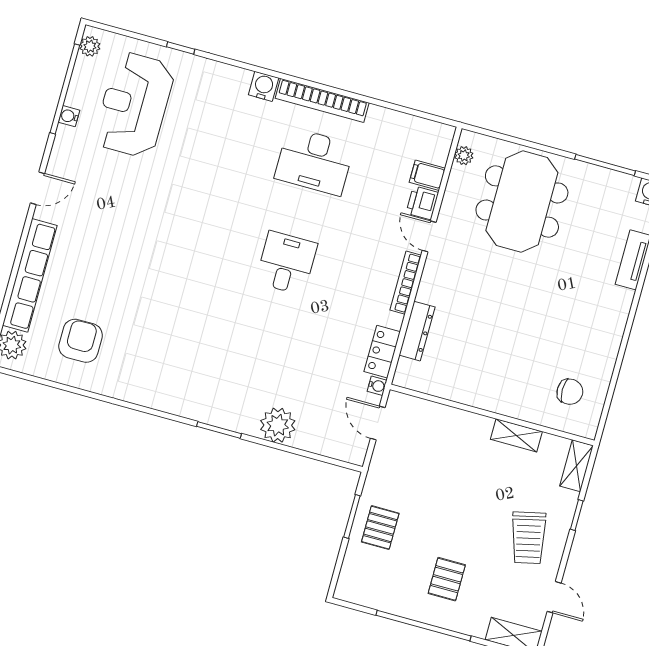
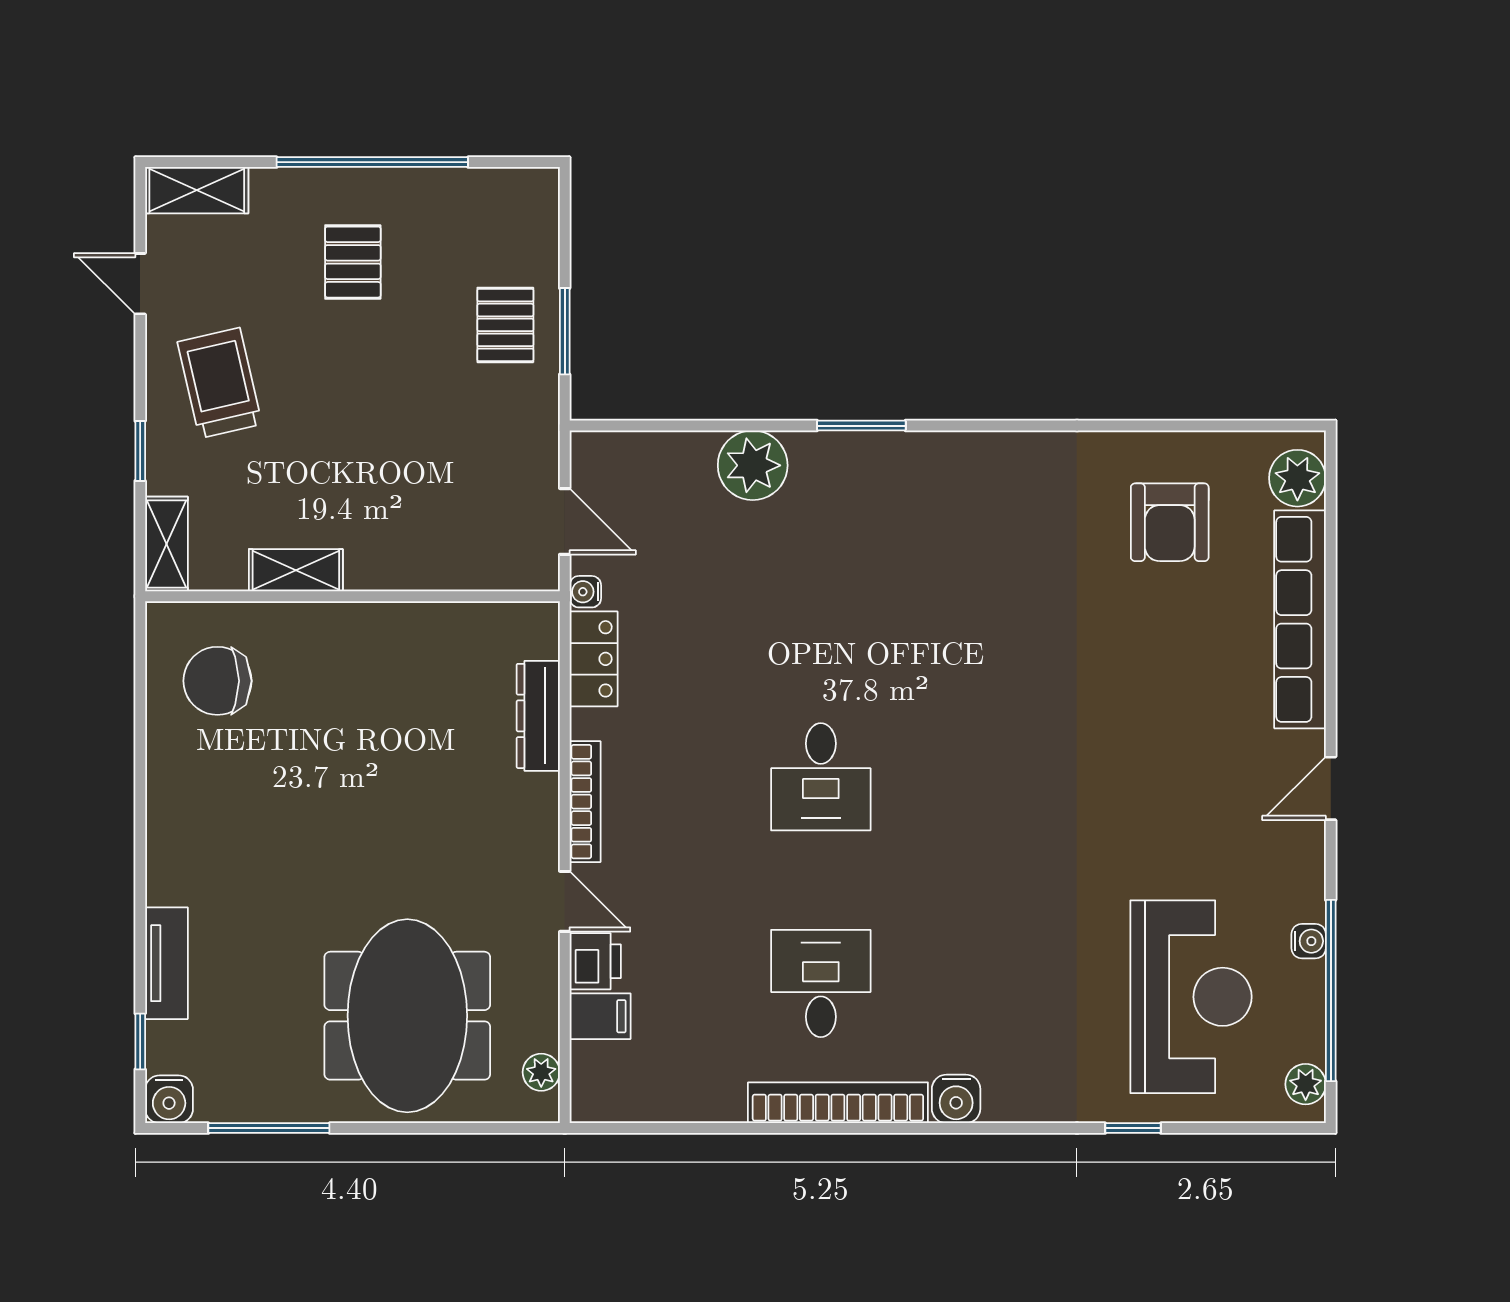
desk: (314, 161) -> (821, 984), width x0.73
chair: (570, 392) -> (217, 681), width x1.37, depth x1.37

